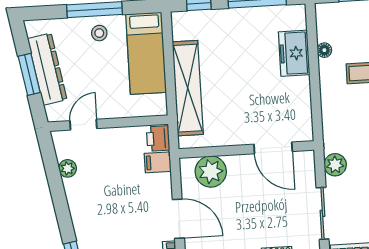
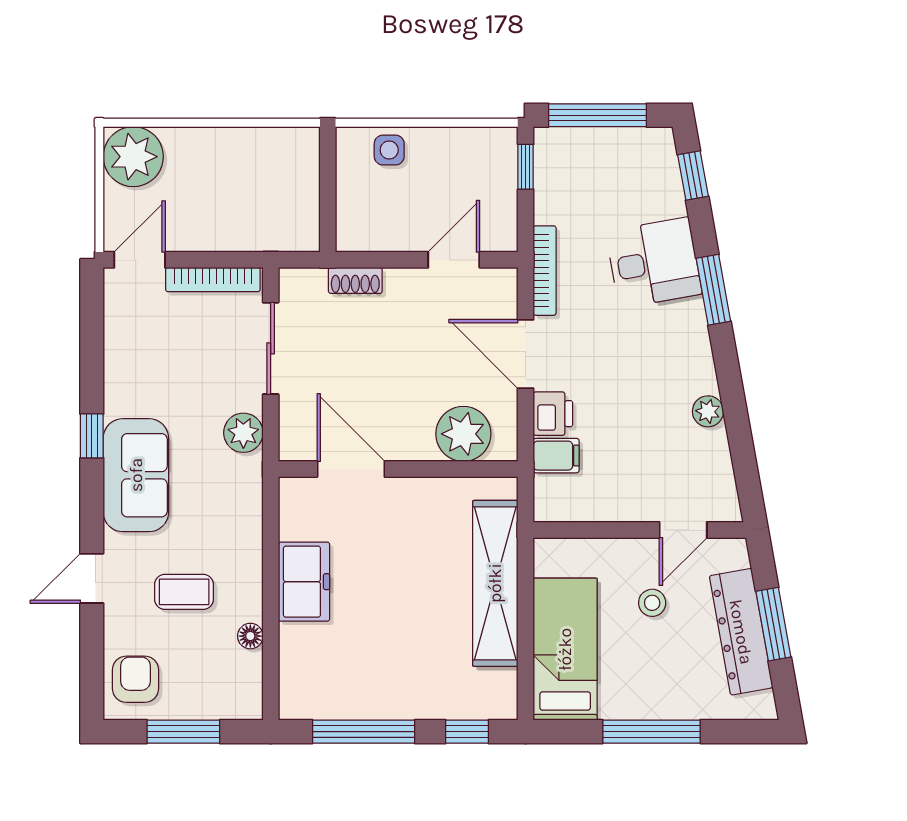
stool: (99, 33) -> (652, 603), moved
freezer: (294, 53) -> (304, 582), moved
printer: (158, 139) -> (553, 414), moved
plant: (68, 168) -> (708, 411), moved

